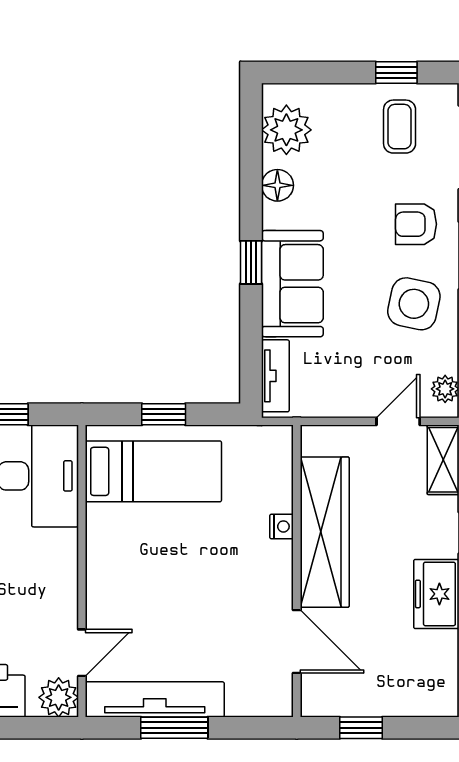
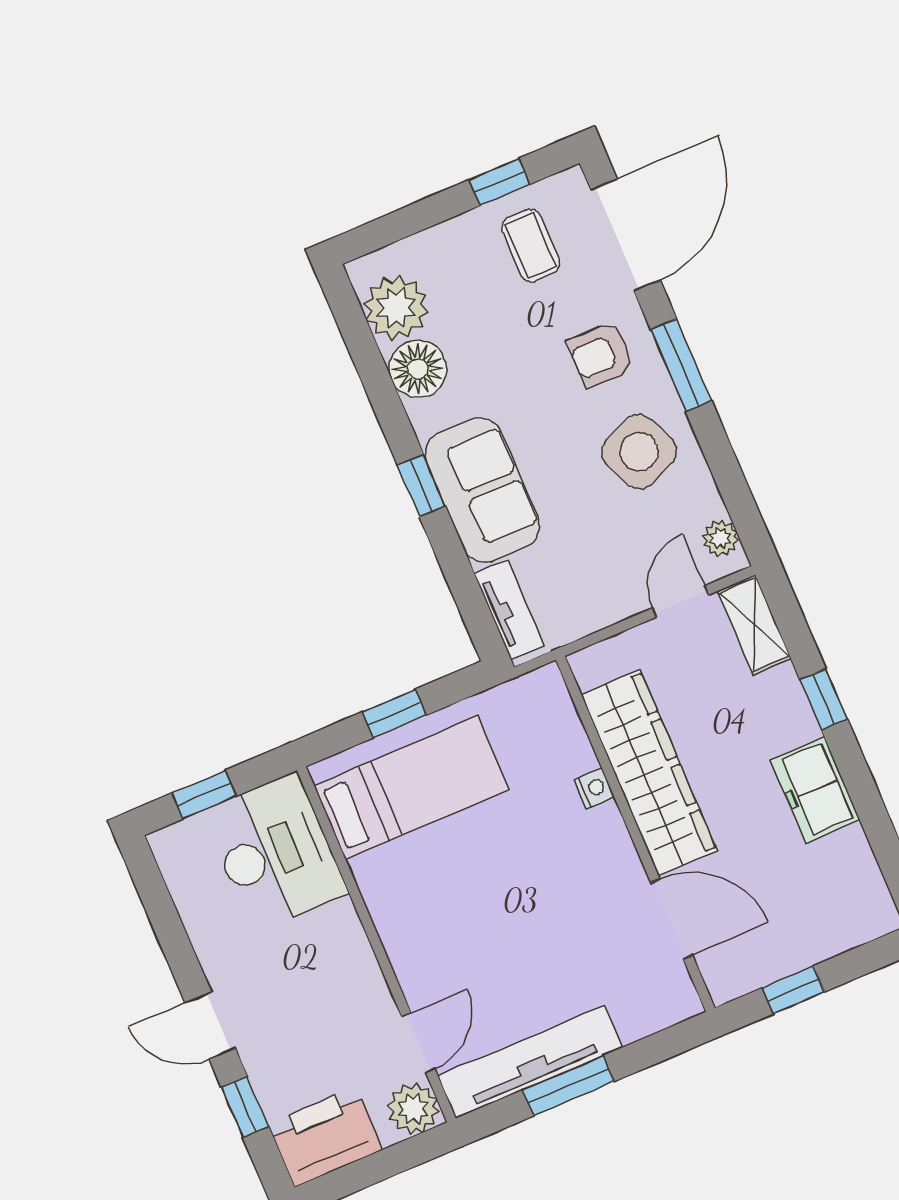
floor lamp: (277, 185) -> (418, 369), width x1.38, depth x1.38
side table: (414, 304) -> (639, 452), turned -36

